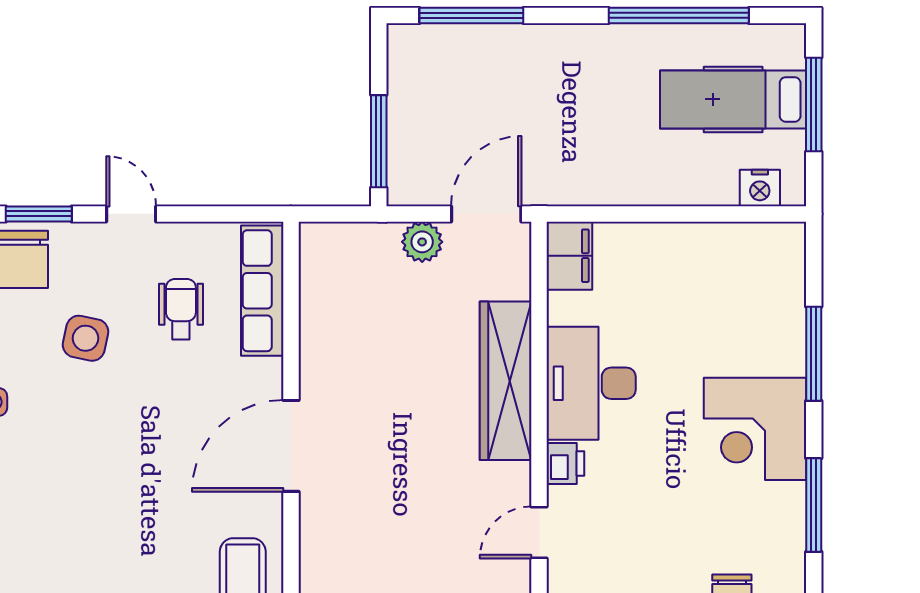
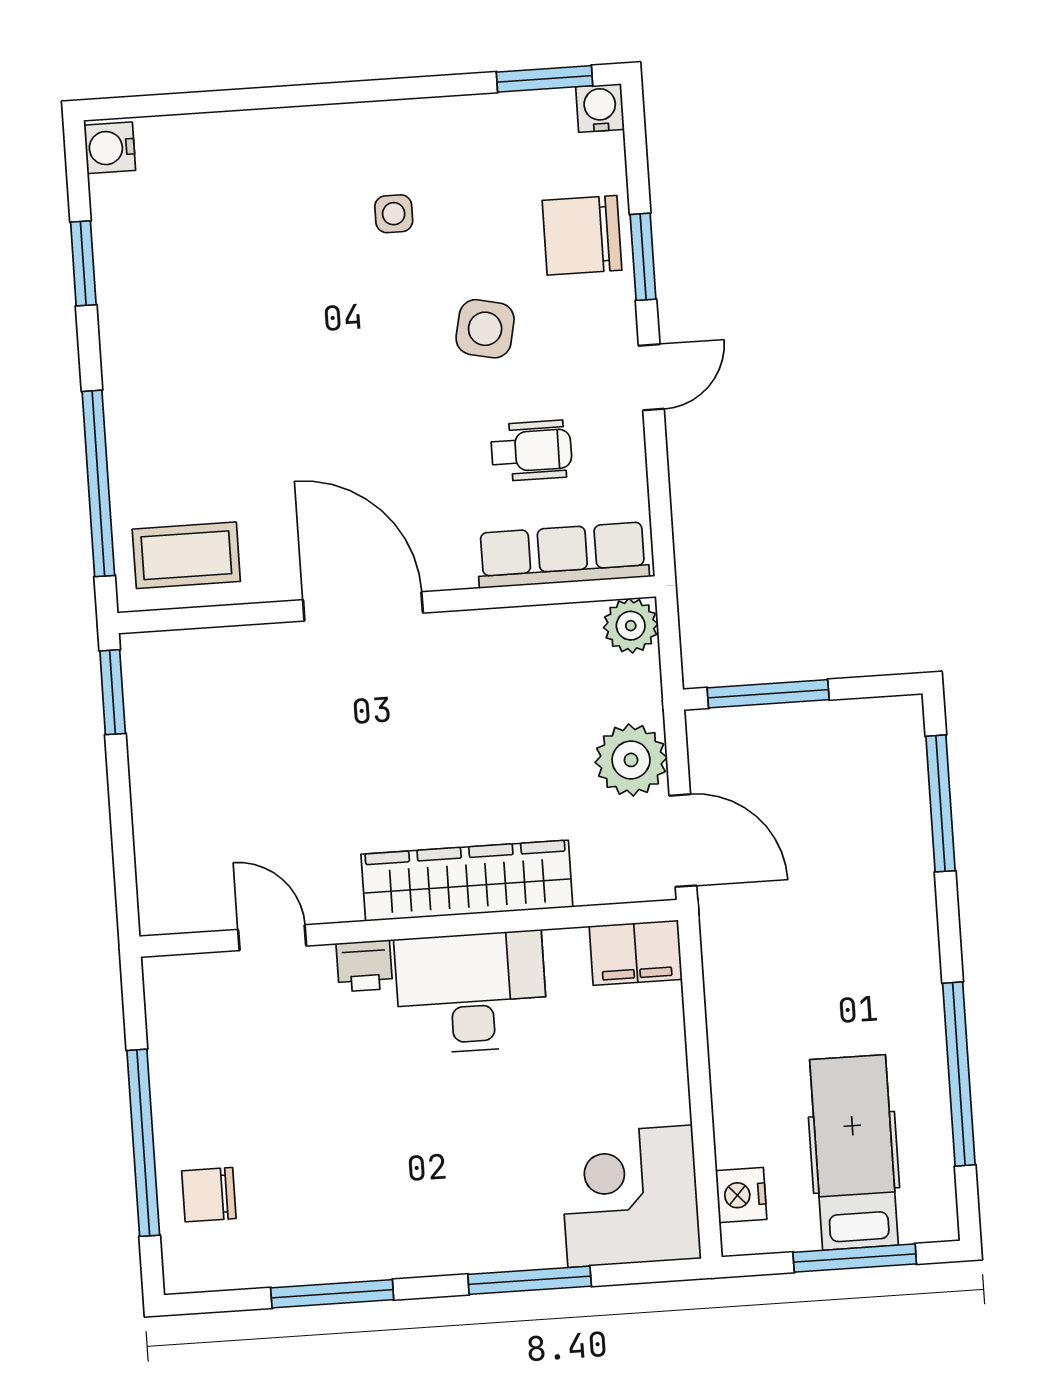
plant: (422, 242) -> (631, 760), width x1.36, depth x1.36
plant: (320, 243) -> (631, 626), added
corner desk: (755, 429) -> (630, 1196), moved

